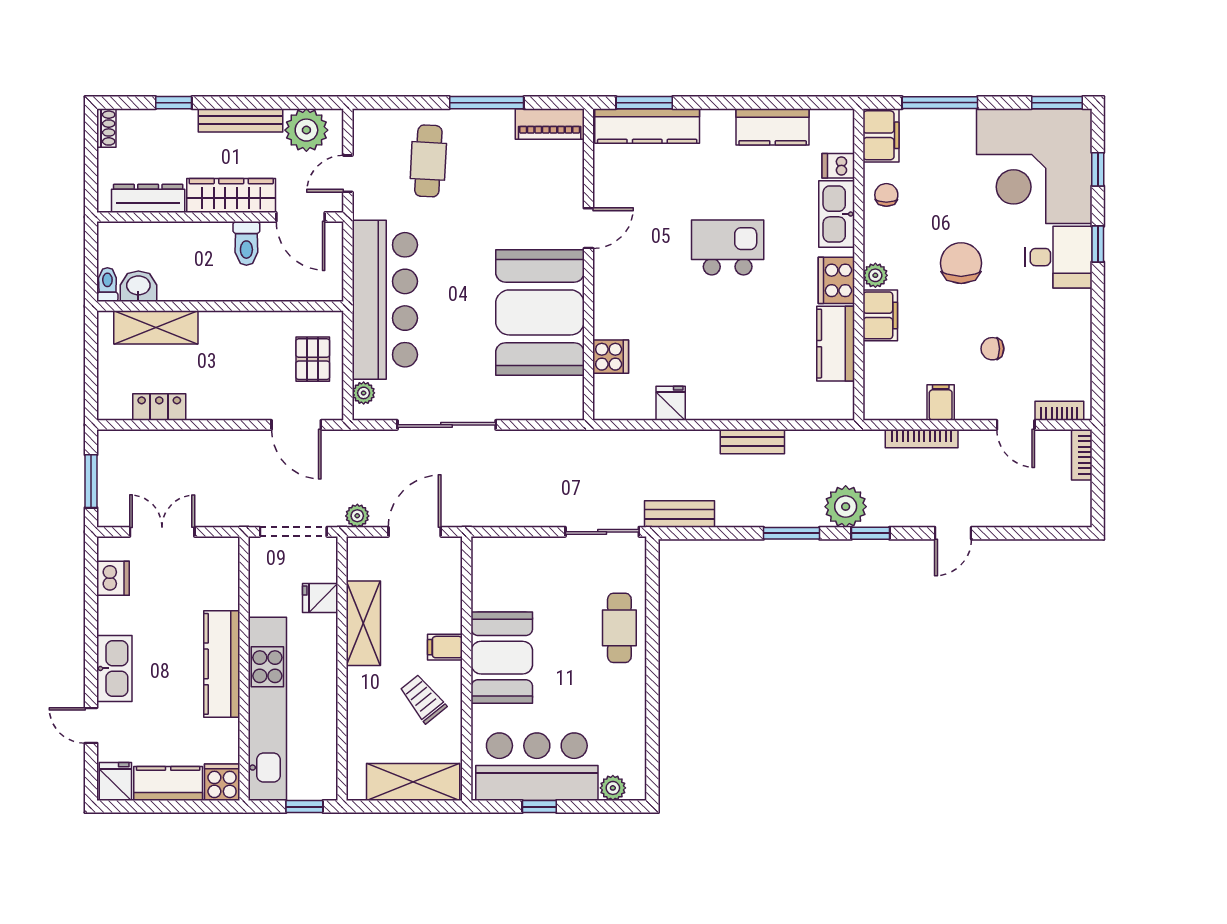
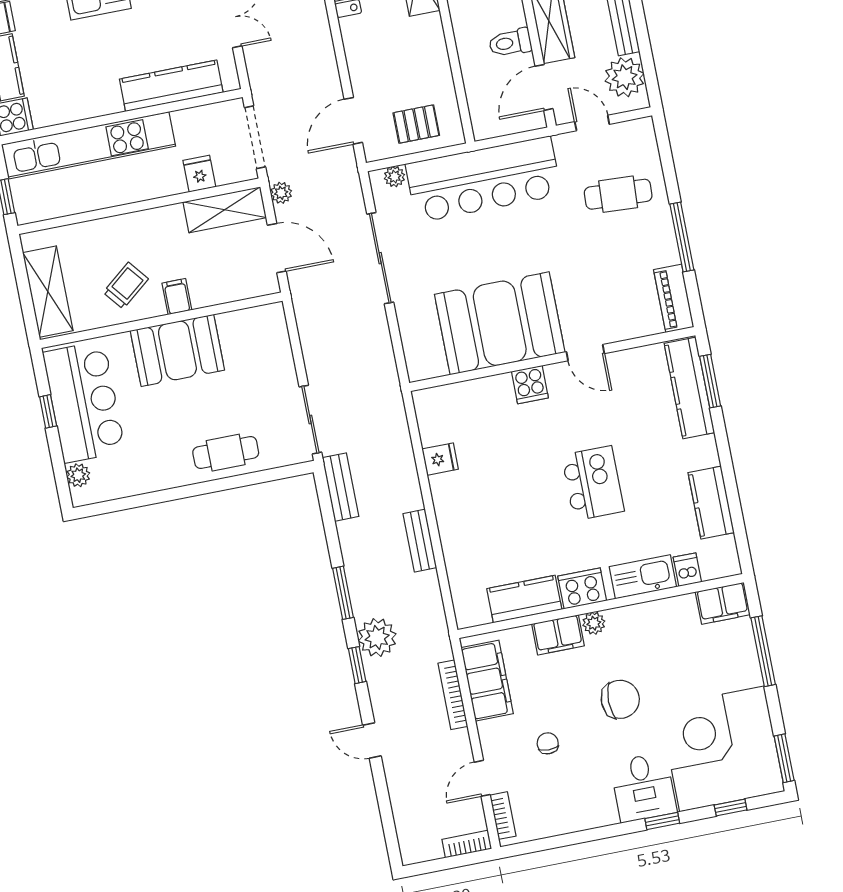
chair: (886, 195) -> (669, 619), removed
cooker: (611, 357) -> (530, 385), moved
filing cabinet: (941, 403) -> (487, 681), width x3.00, depth x1.17
shelving: (363, 623) -> (225, 210), moved
kitchen counter: (222, 664) -> (171, 86), moved

